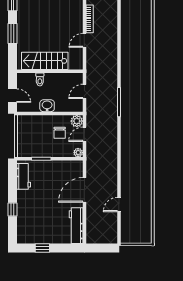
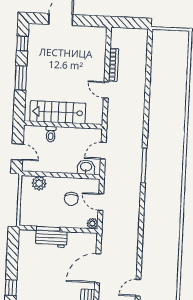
door: (84, 40) -> (106, 90), hinge flipped
washbasin: (47, 106) -> (86, 167), moved
plant: (77, 121) -> (39, 183), moved
door: (84, 134) -> (101, 202), hinge flipped
workbench: (24, 176) -> (51, 239), moved, turned 90

